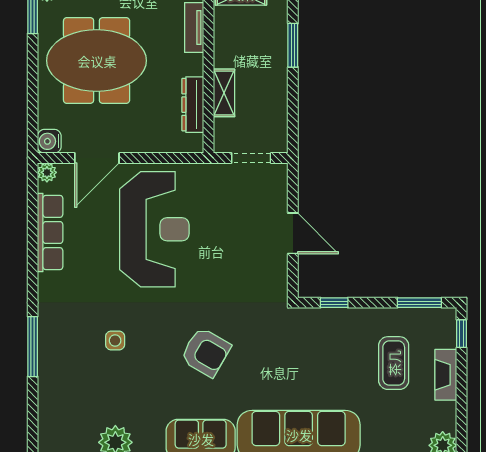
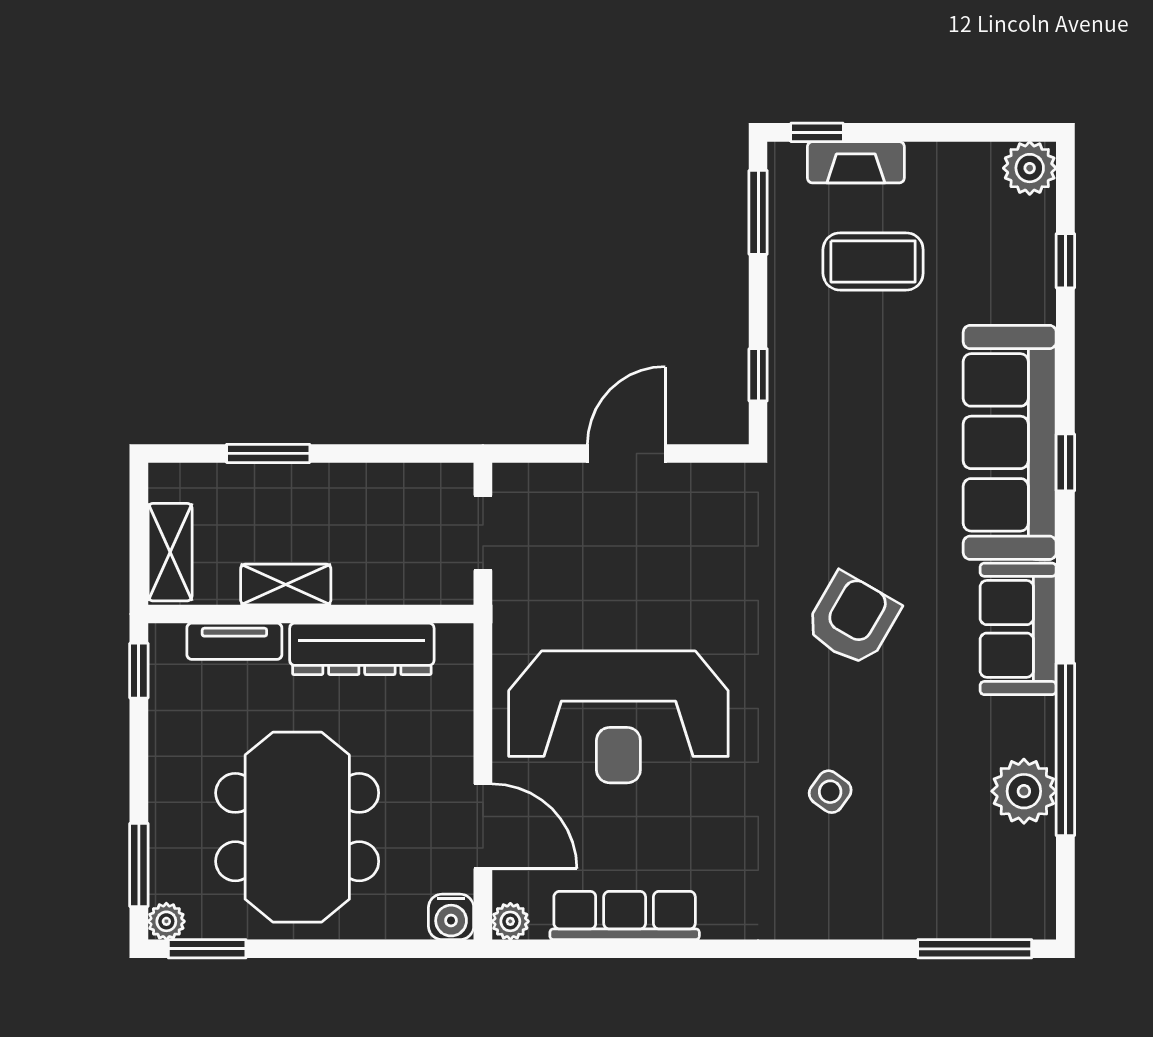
shelving: (224, 93) -> (286, 584), moved
dresser: (193, 105) -> (362, 649), width x1.37, depth x1.24
reception desk: (154, 229) -> (618, 717), turned 180
side table: (115, 341) -> (830, 792), turned 36
window: (33, 347) -> (975, 949), moved
fireplace: (446, 375) -> (856, 162), moved

